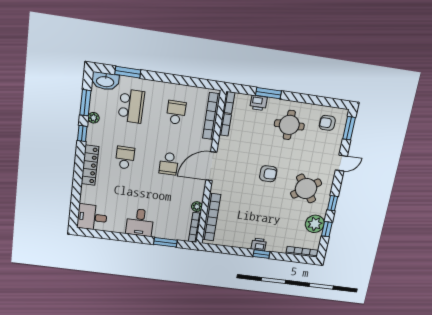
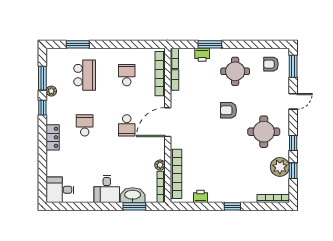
washbasin: (105, 81) -> (133, 195), moved, turned 180
locker: (90, 165) -> (53, 137), width x0.66
armchair: (268, 174) -> (228, 110), moved, turned 180
round table: (306, 189) -> (264, 132), turned 36
printer: (259, 244) -> (200, 196), moved

